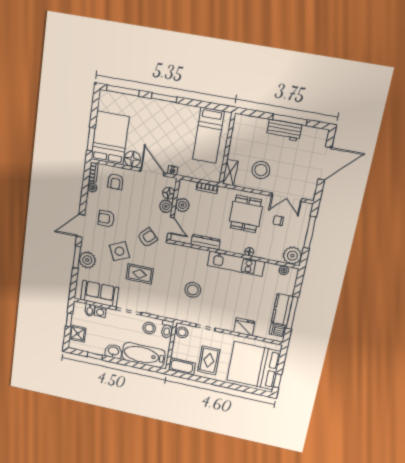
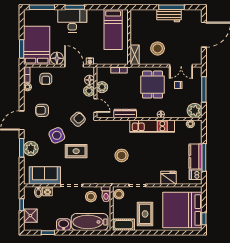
desk: (158, 115) -> (72, 21), added

